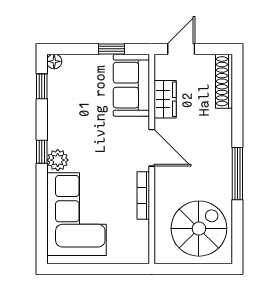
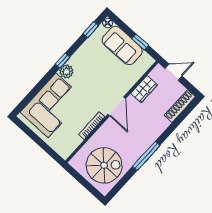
sofa: (131, 85) -> (122, 46), moved, turned -90

